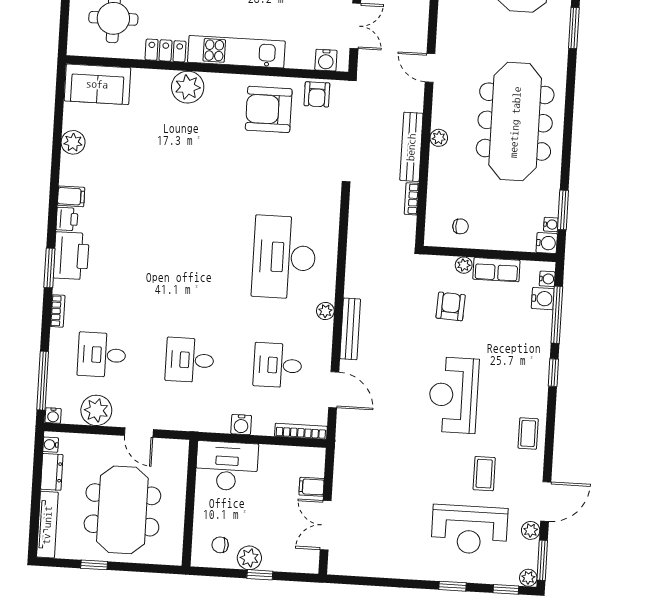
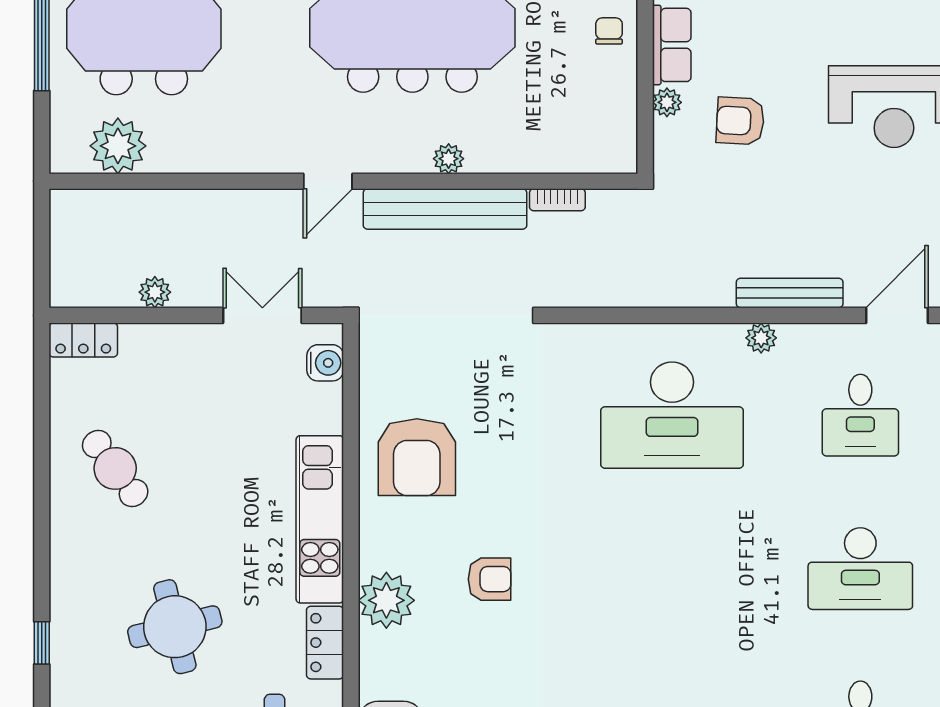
armchair: (317, 94) -> (490, 579), moved
bench: (411, 147) -> (445, 209), width x1.37, depth x1.21
chair: (461, 226) -> (609, 31), moved
desk: (190, 360) -> (860, 569), width x1.37

